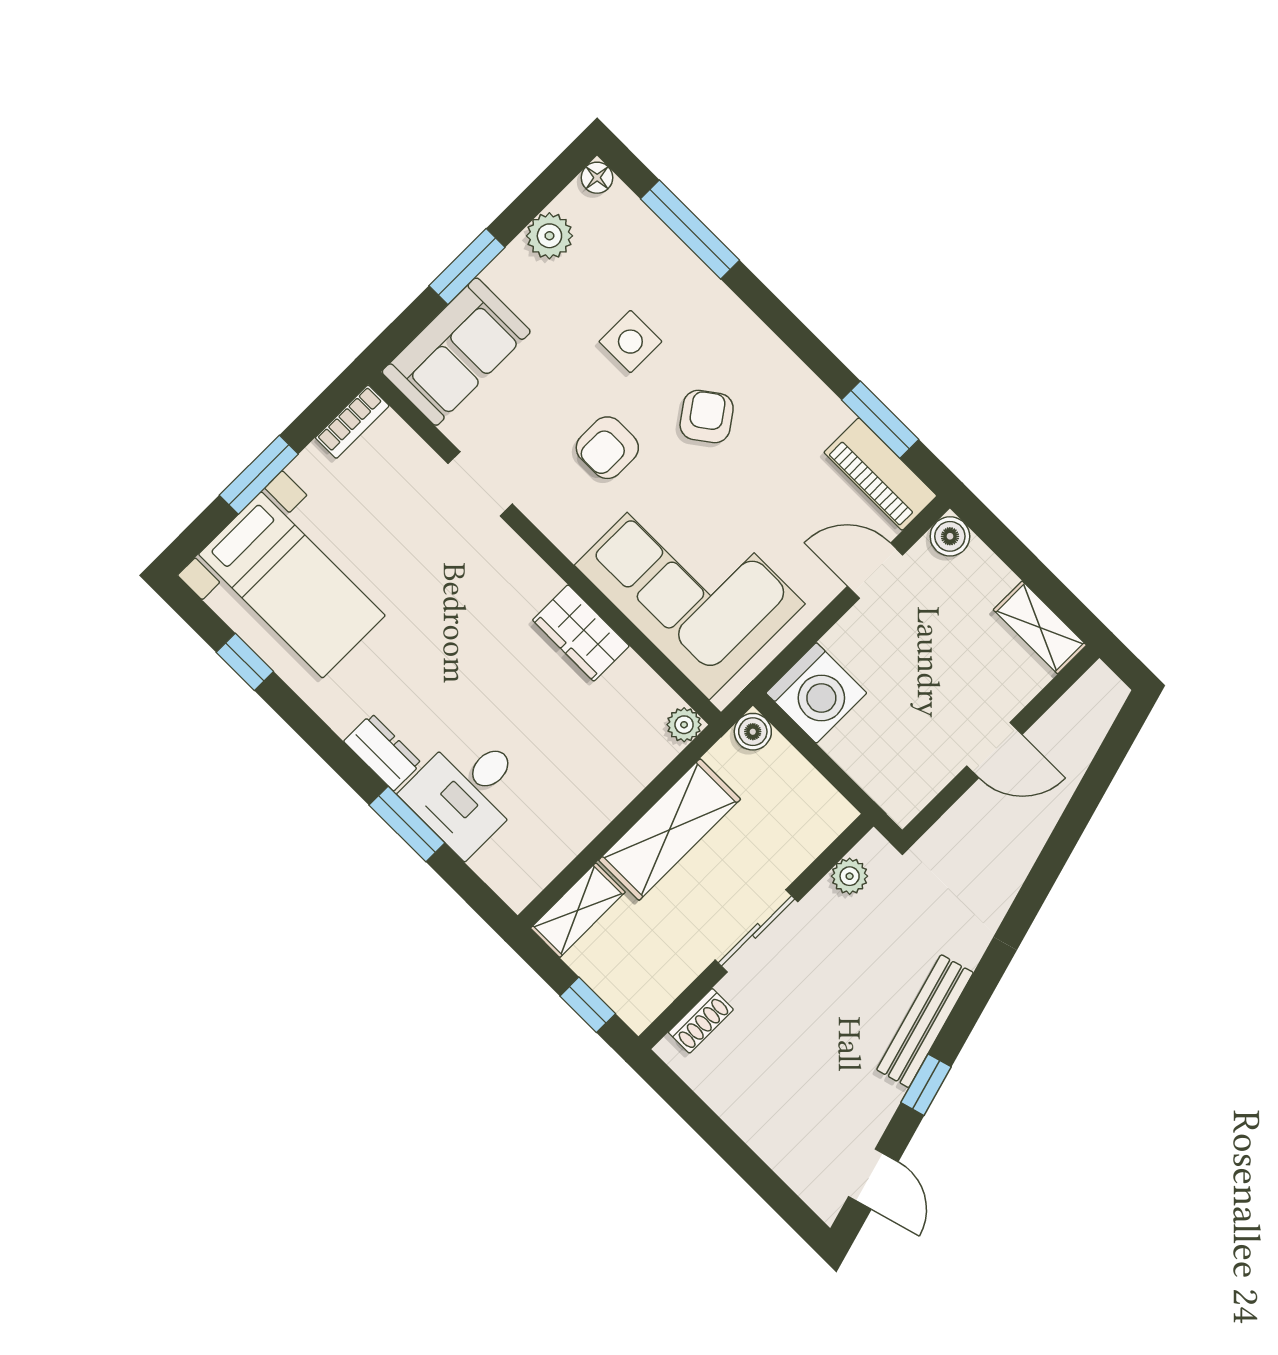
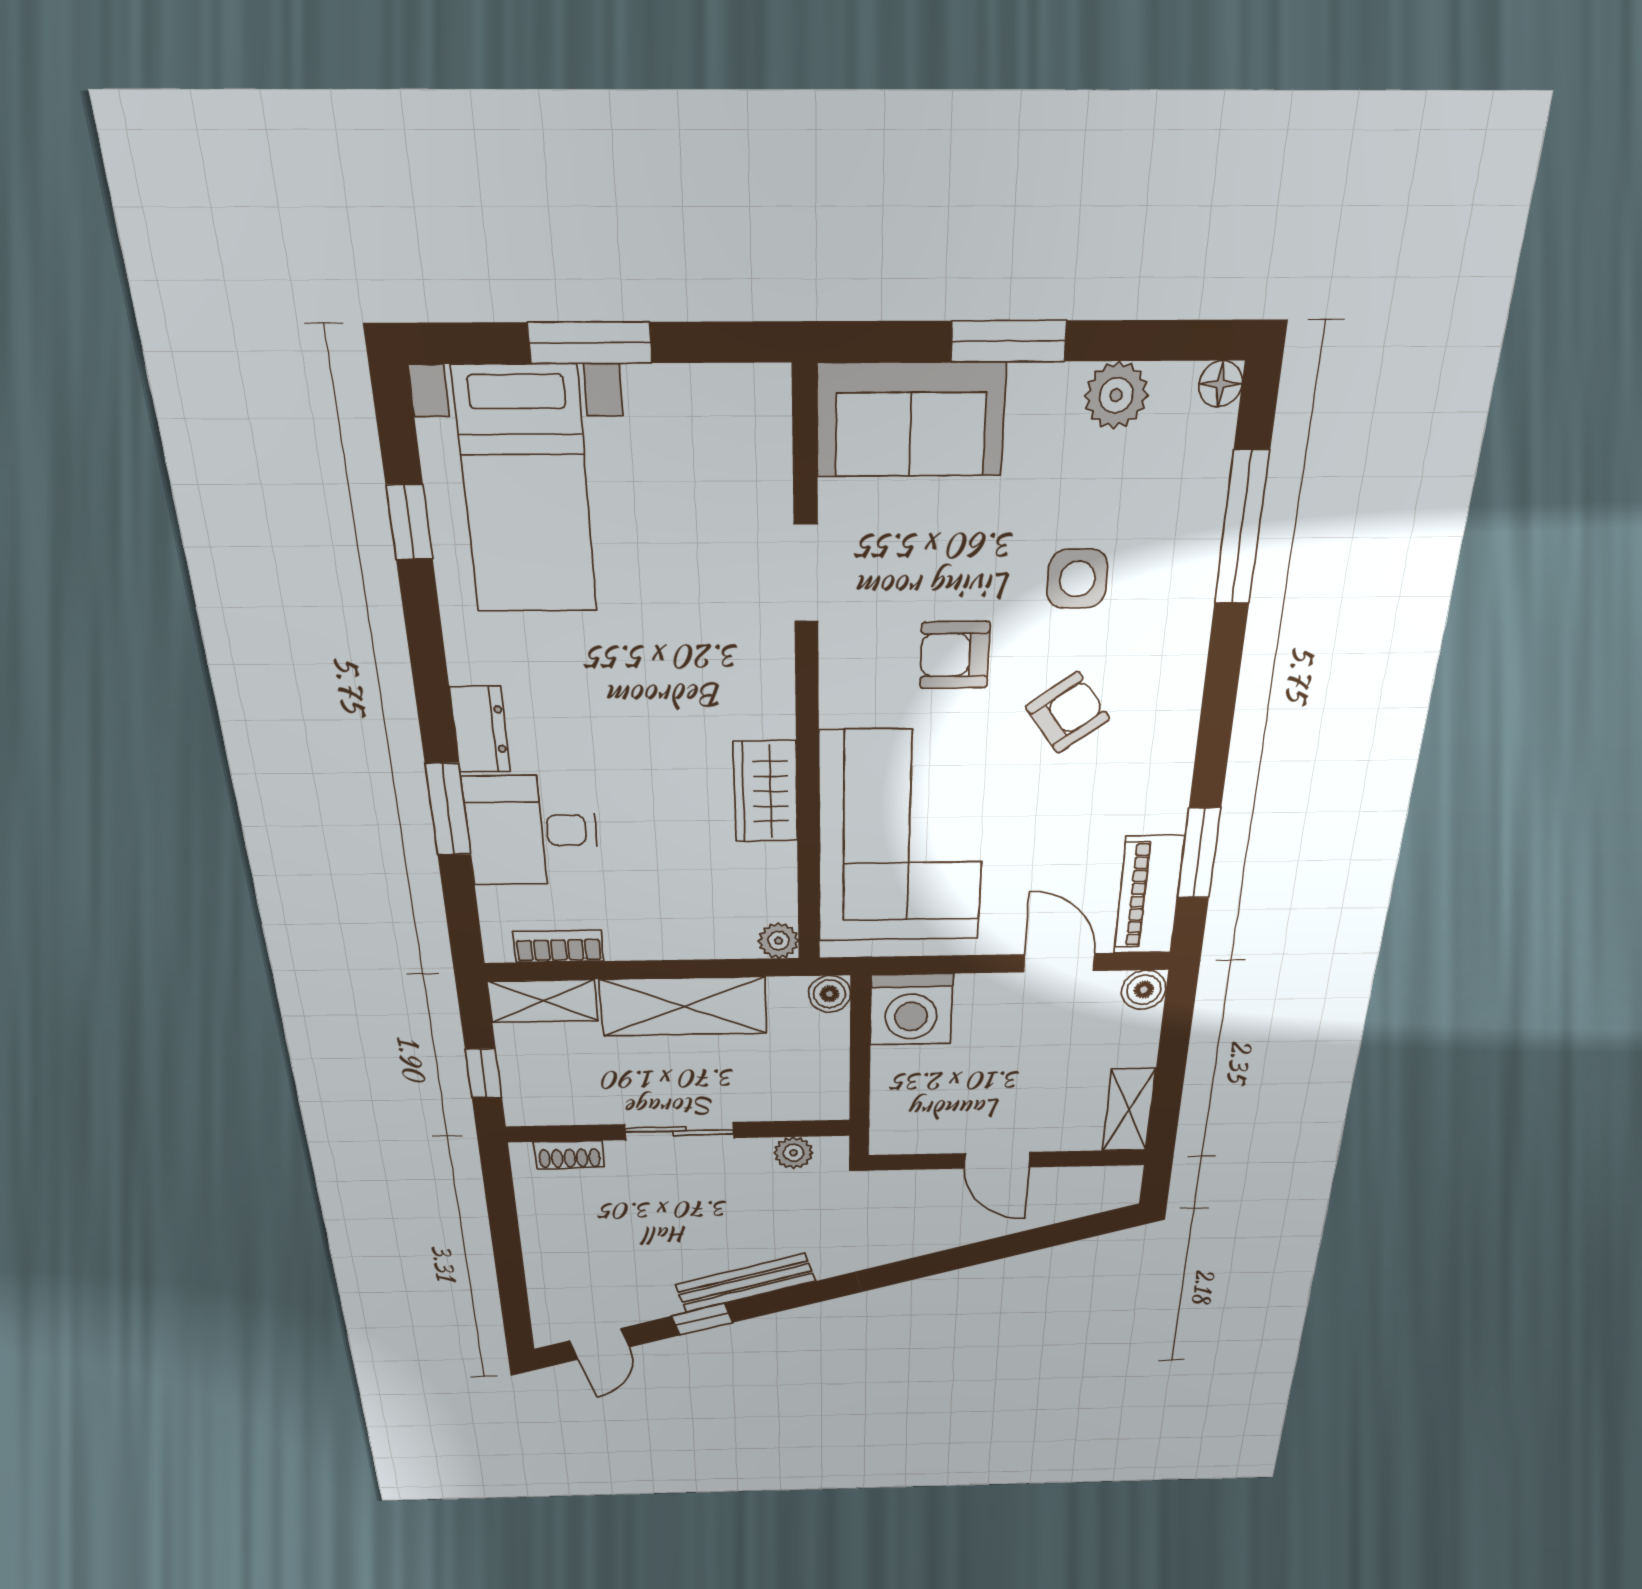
bookcase: (352, 422) -> (558, 946), moved, turned 180

